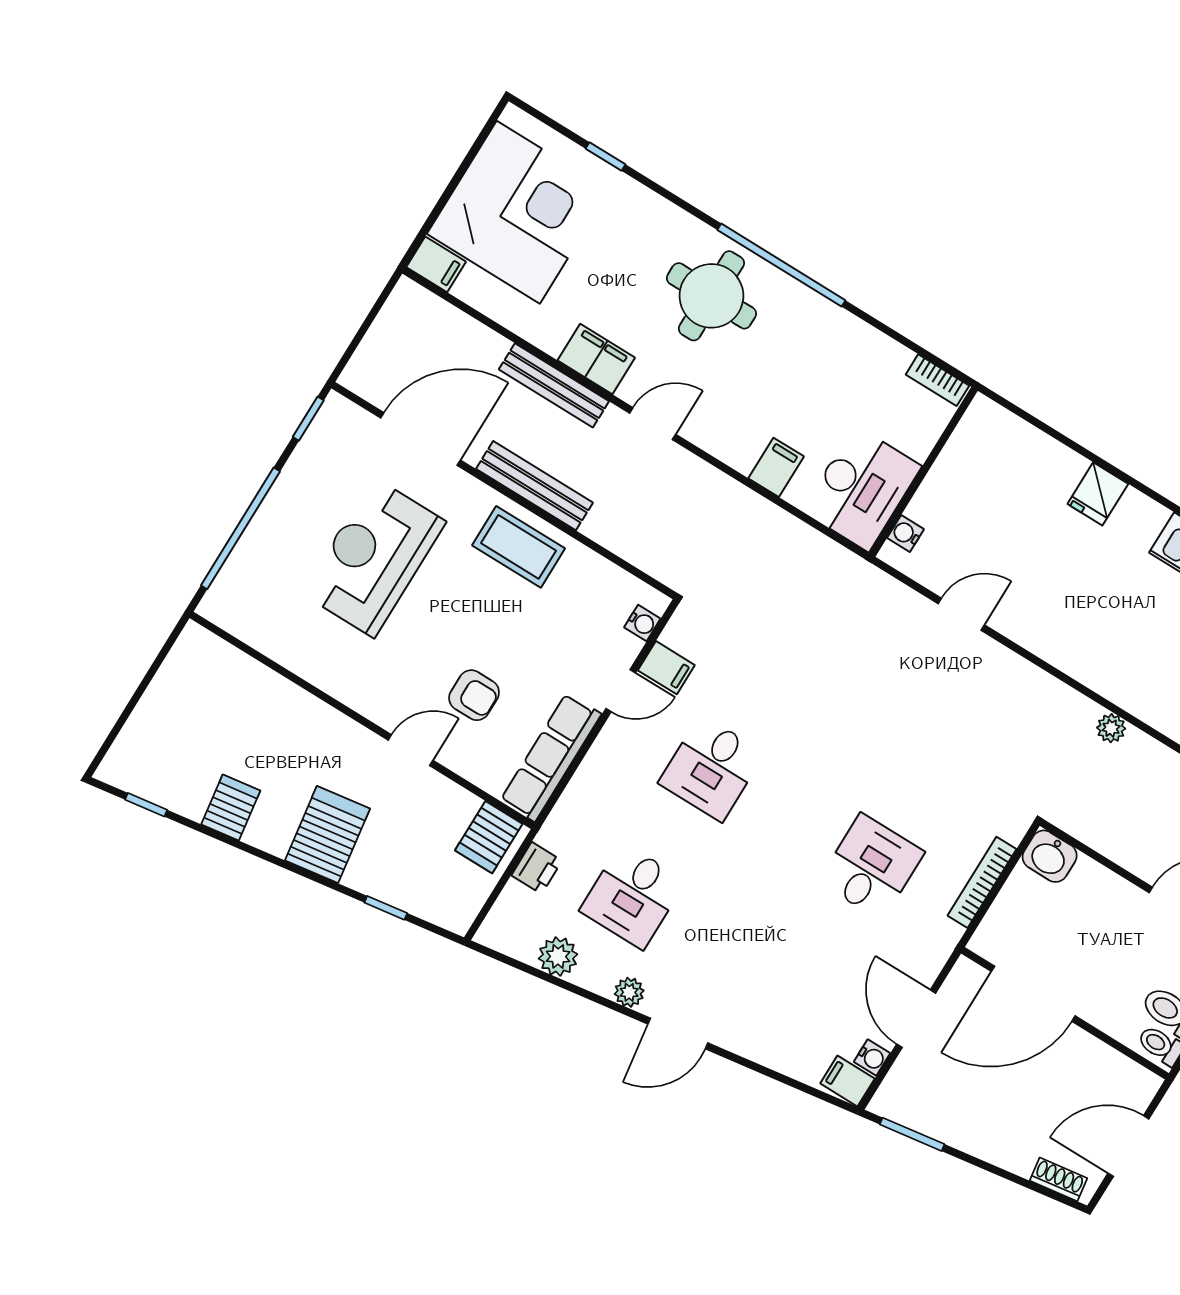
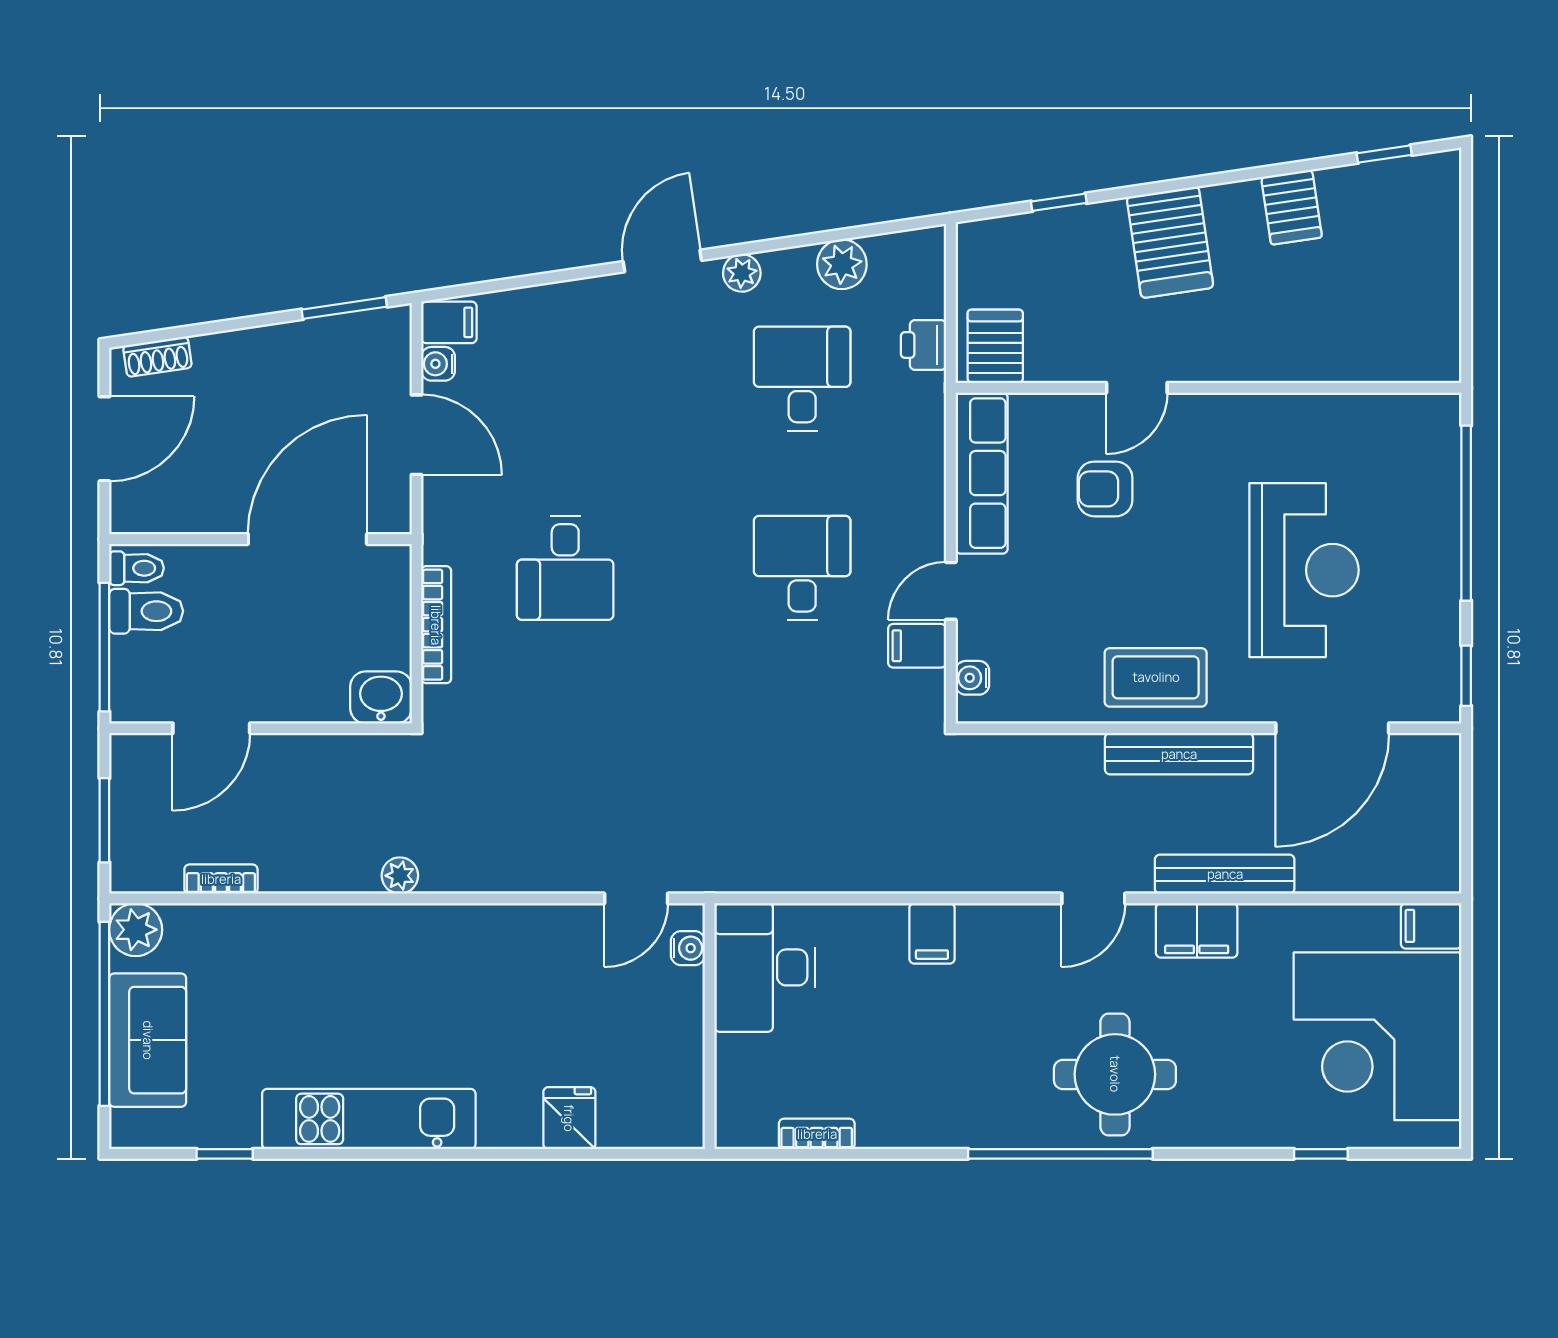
wall: (923, 472) -> (710, 1026), moved
desk: (862, 488) -> (765, 967), moved
water cooler: (905, 534) -> (688, 948), moved

